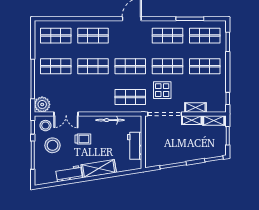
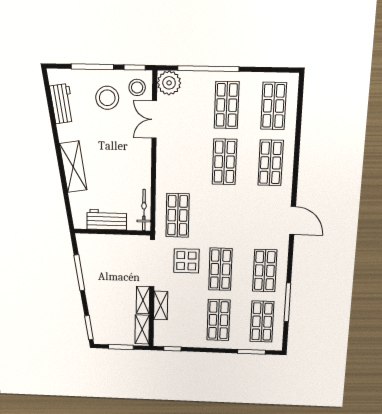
shop shelf: (130, 66) -> (222, 217), removed
bicycle: (110, 120) -> (144, 210), moved
trolley: (83, 139) -> (117, 144), removed
workbench: (69, 174) -> (62, 104), moved

